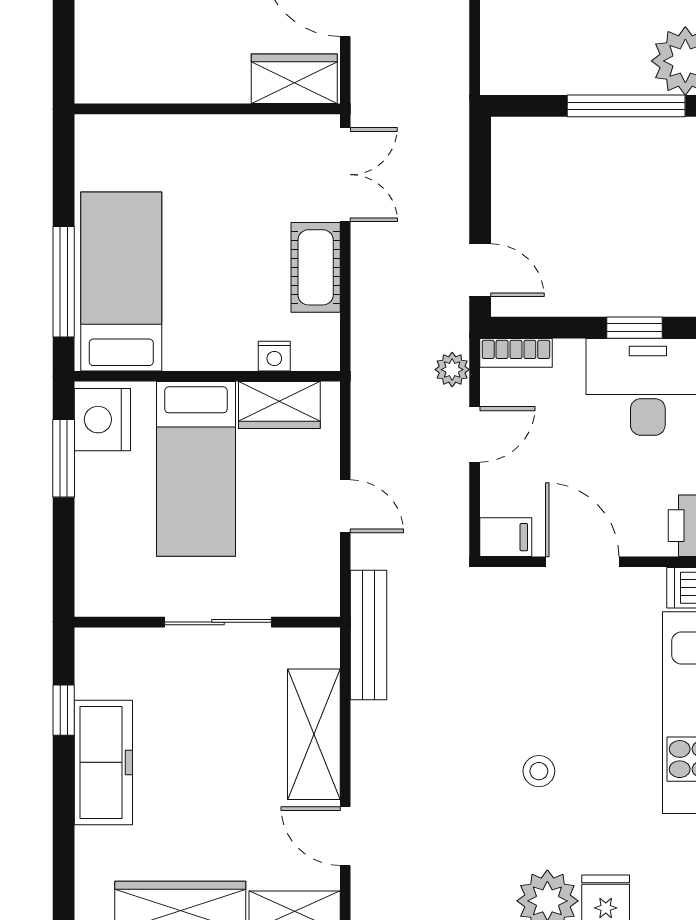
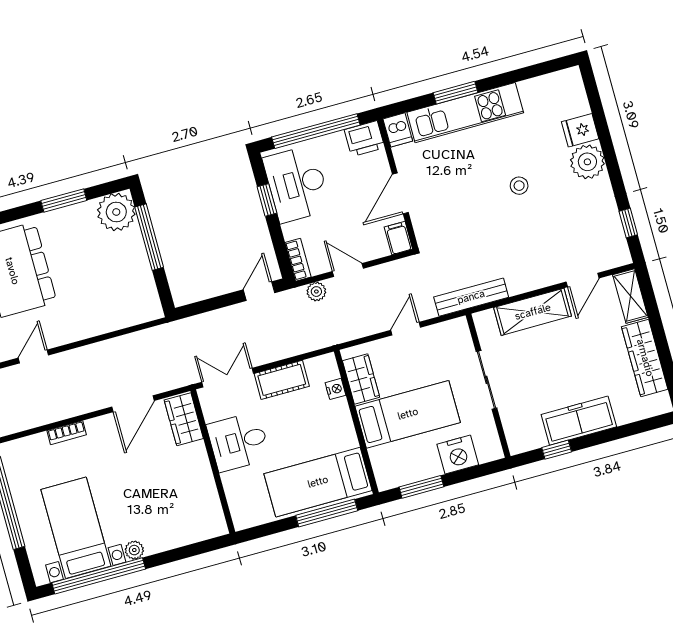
desk: (229, 163) -> (238, 442), added
nightstand: (102, 420) -> (458, 454), moved

